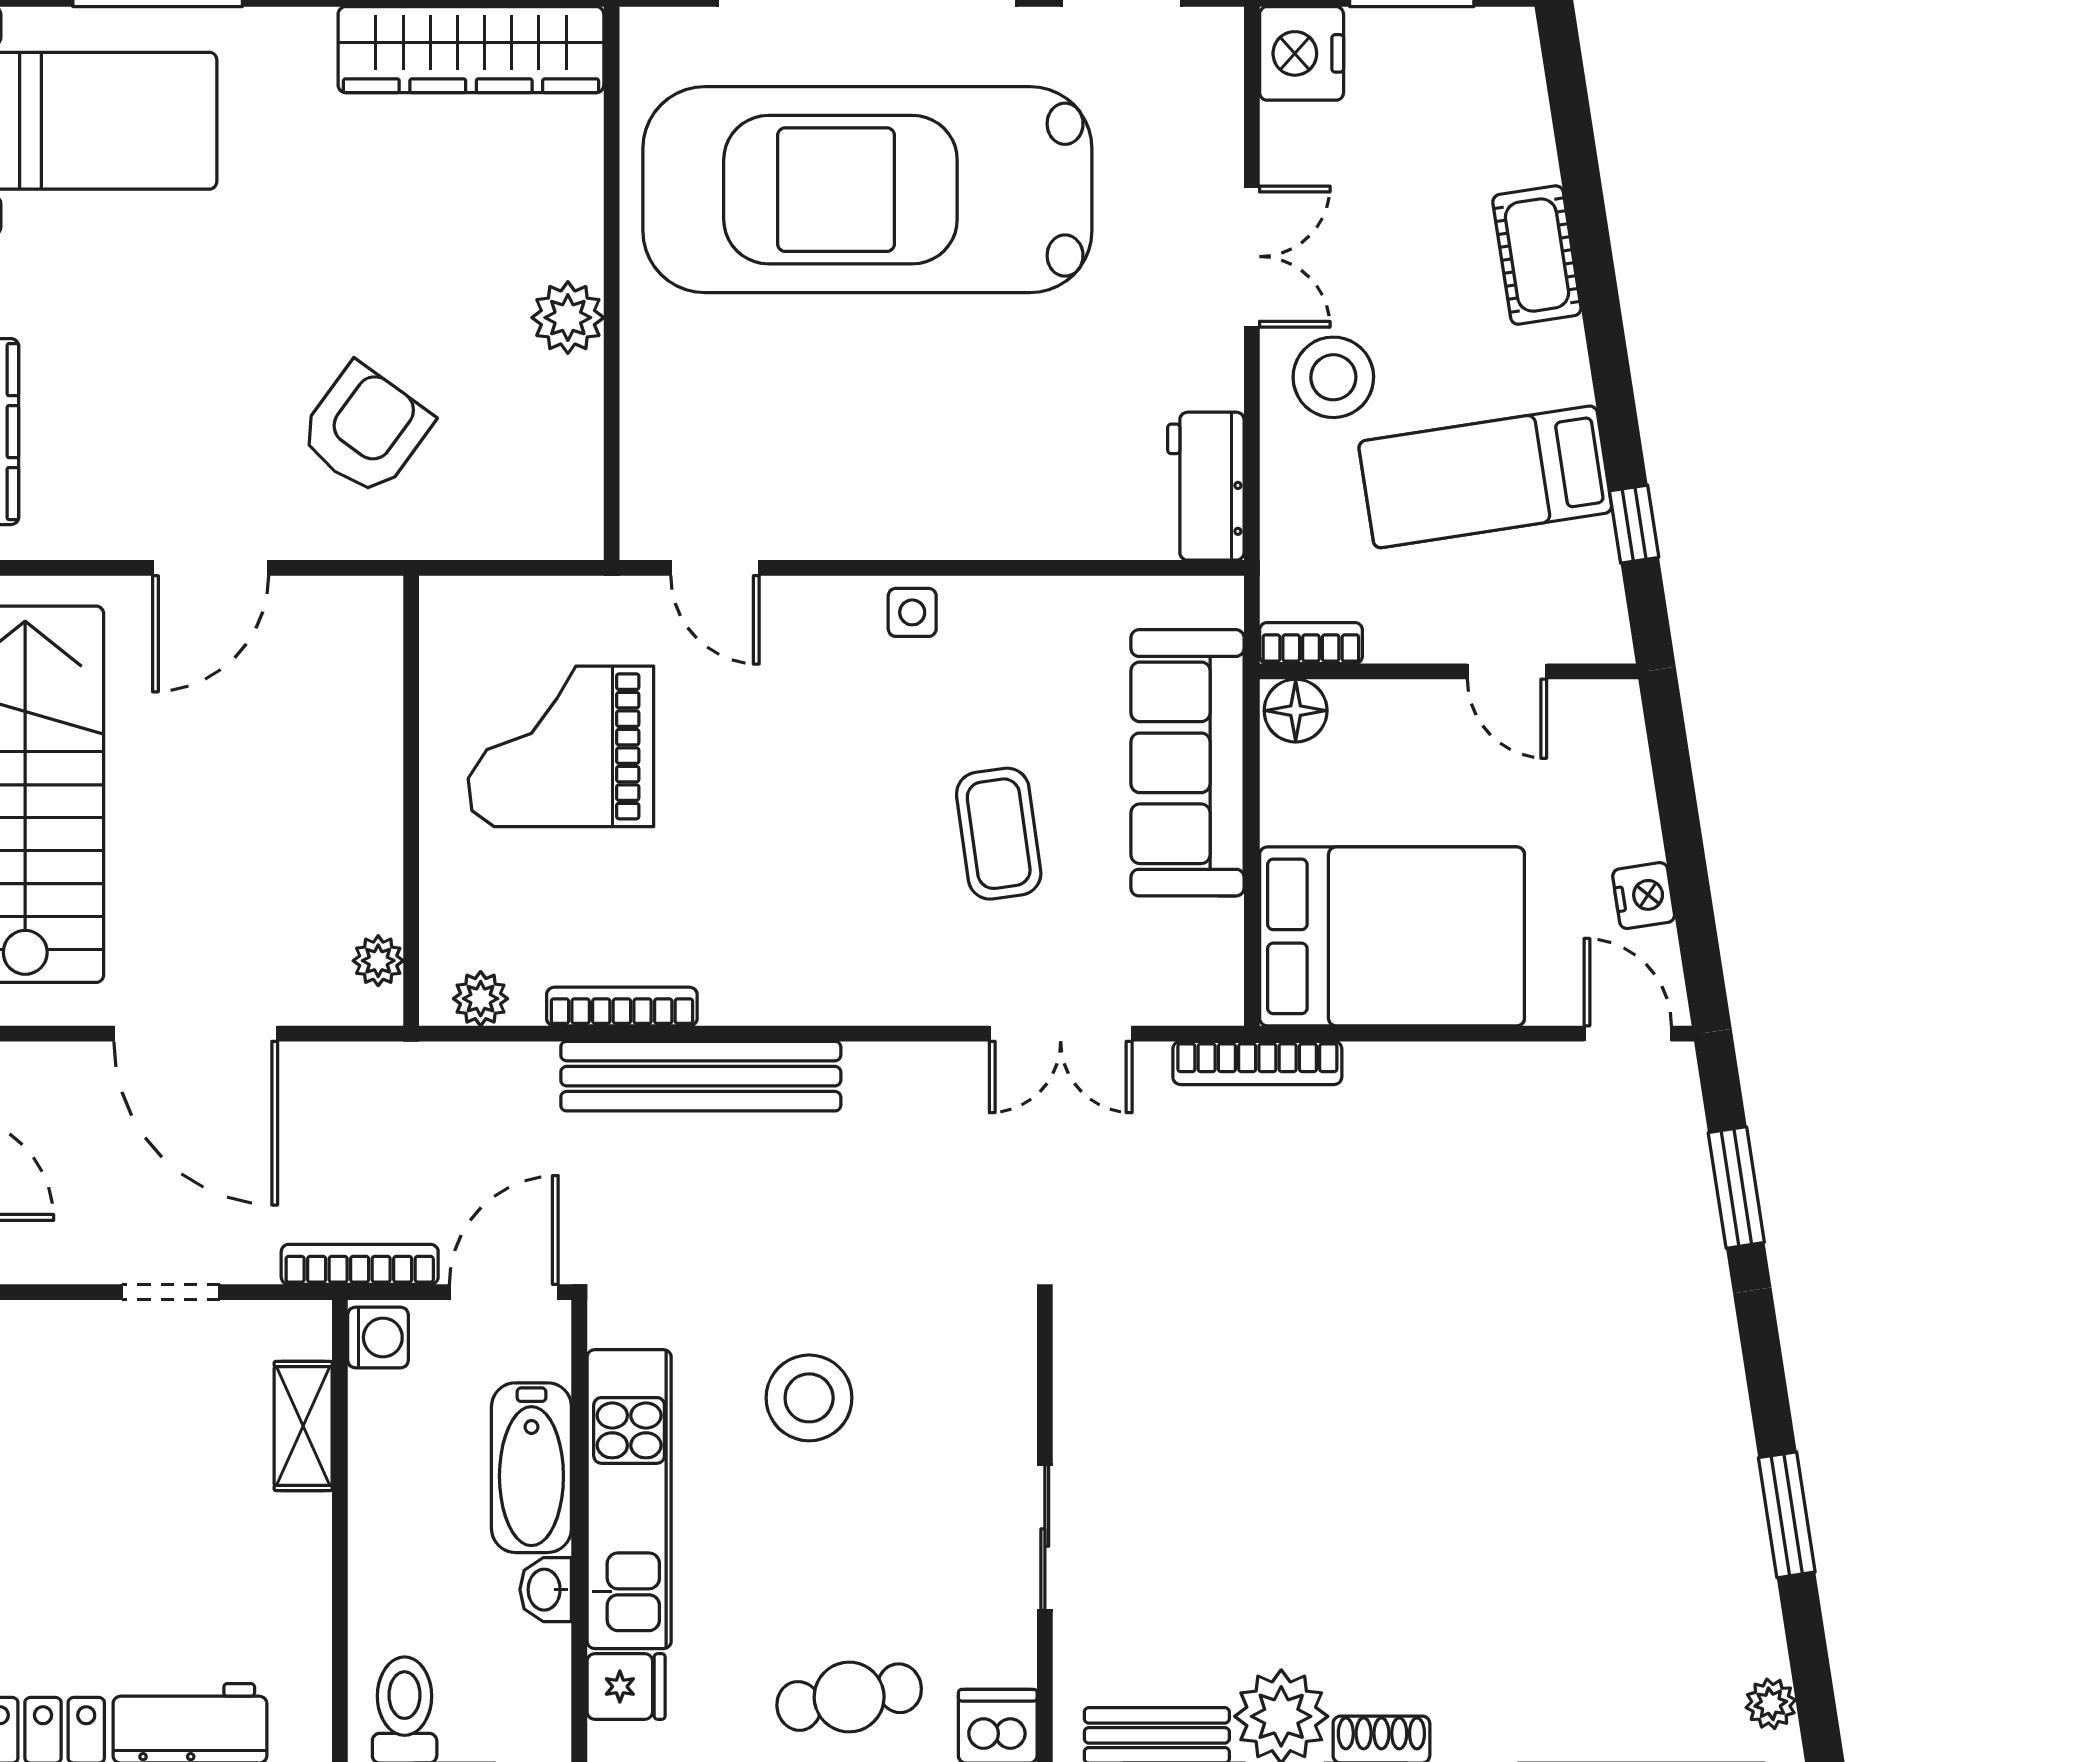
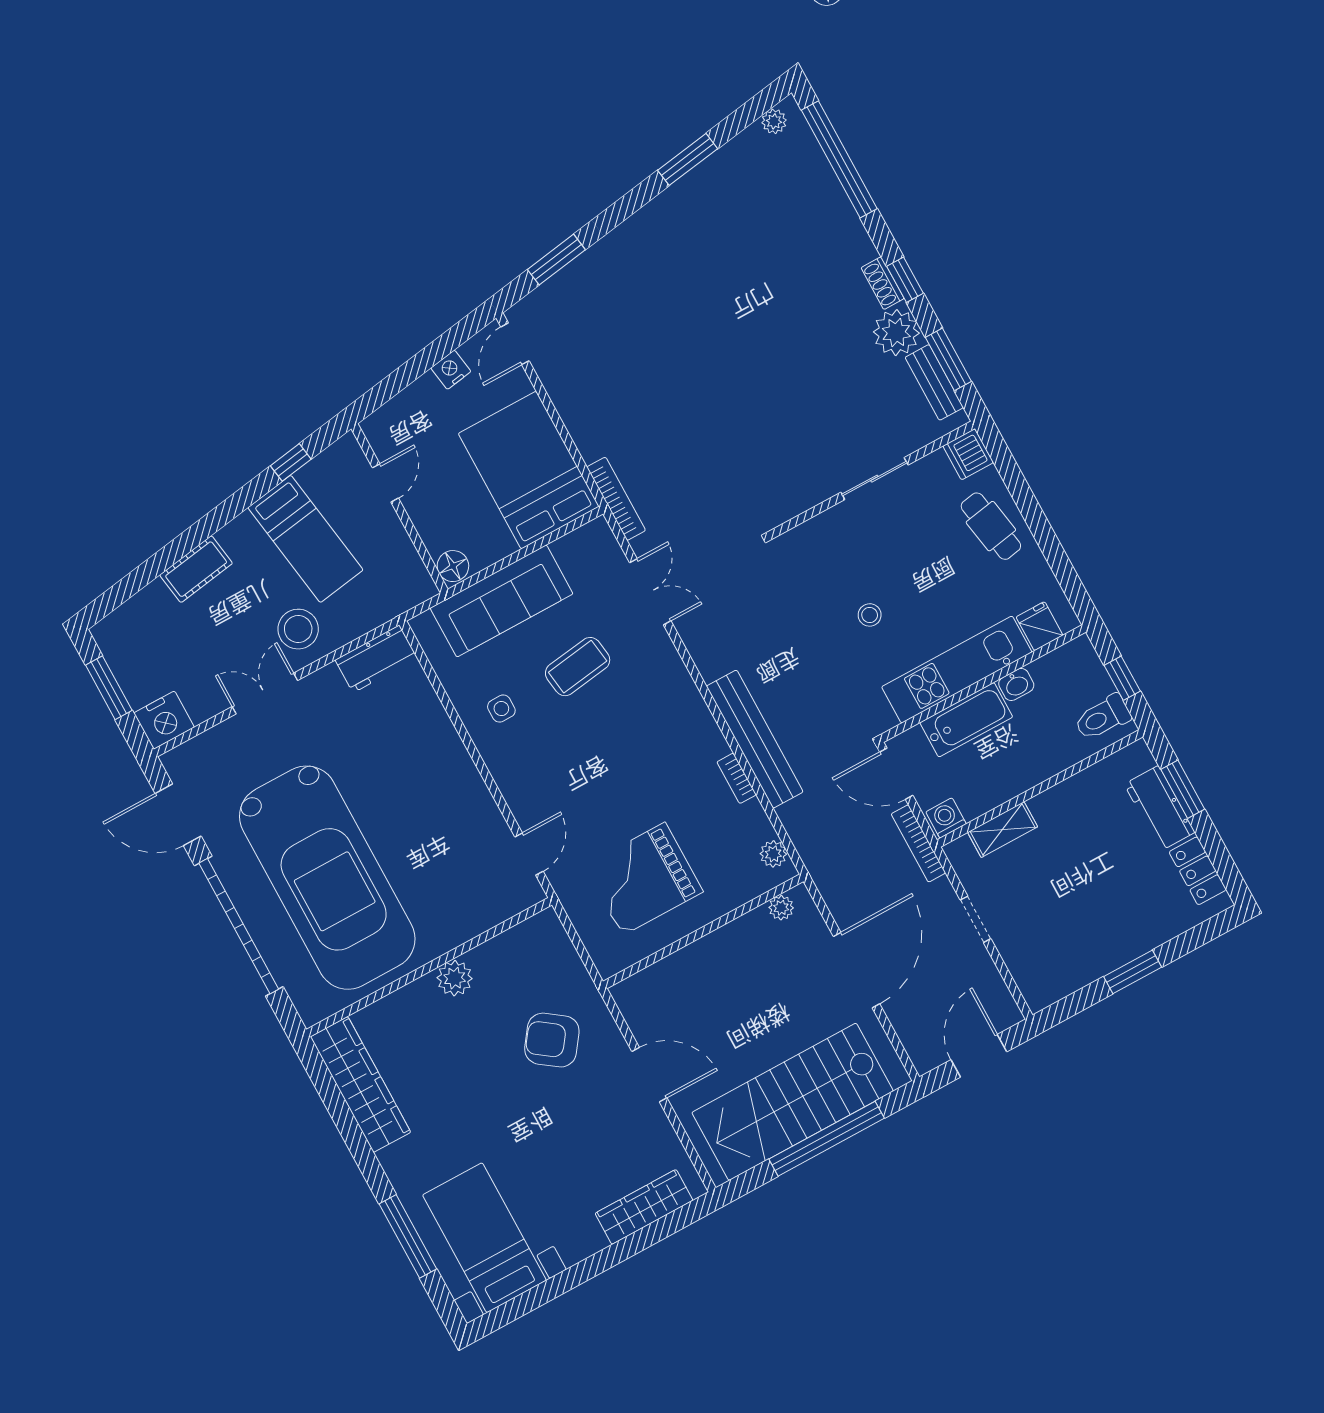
side table: (912, 612) -> (501, 709), moved
bookcase: (1311, 643) -> (420, 575), removed
grand piano: (561, 746) -> (644, 879), turned 90
bookcase: (622, 1007) -> (737, 778), width x0.64
stool: (809, 1398) -> (870, 615), width x0.53, depth x0.53

